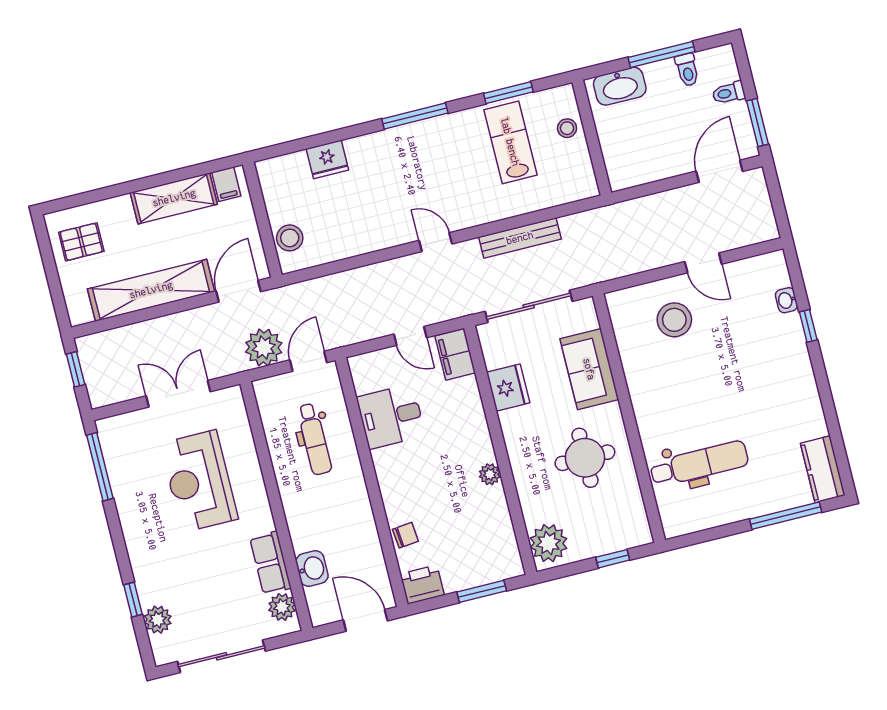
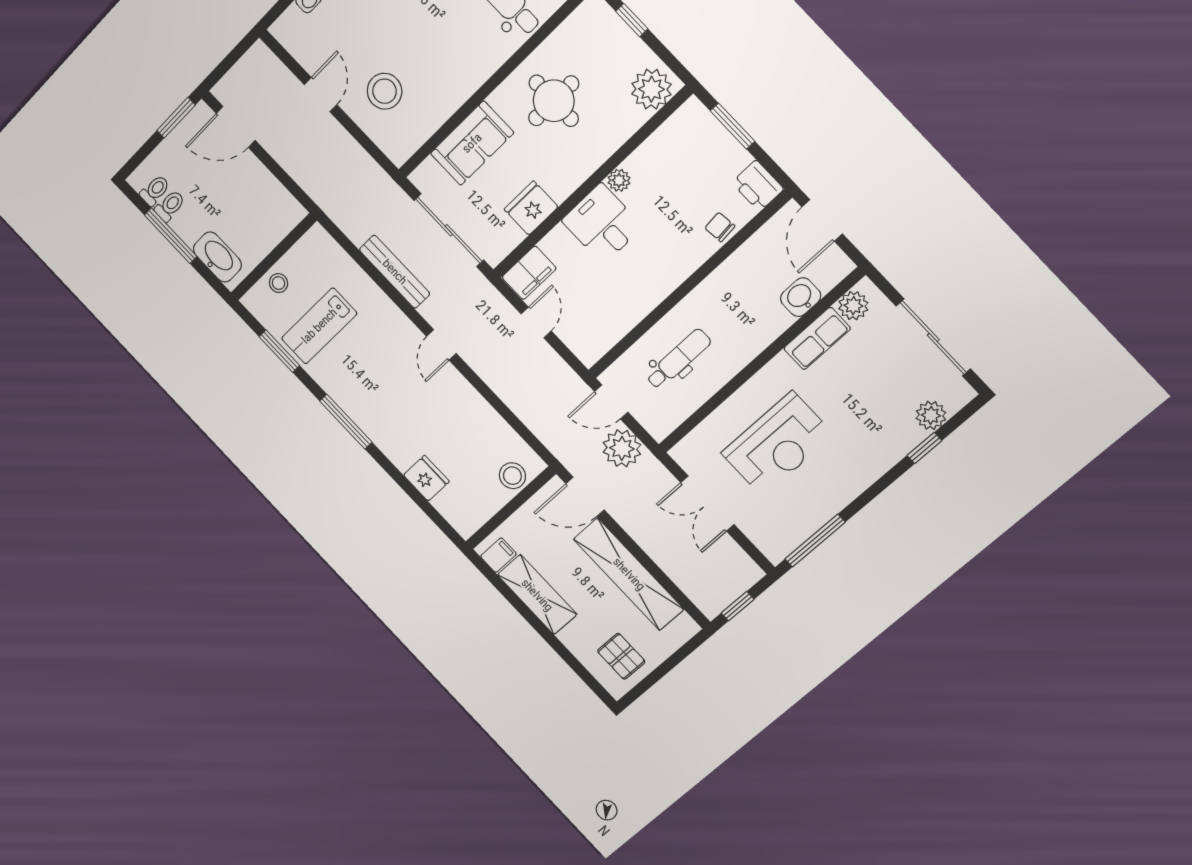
toilet: (729, 93) -> (155, 190), moved, turned -90
desk: (391, 416) -> (602, 224), moved, turned 180

